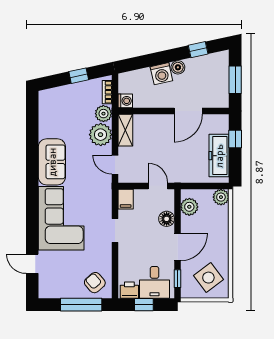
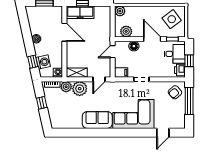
window: (198, 50) -> (33, 62), moved
washing machine: (161, 74) -> (43, 62), moved
freezer: (219, 156) -> (80, 12), moved

